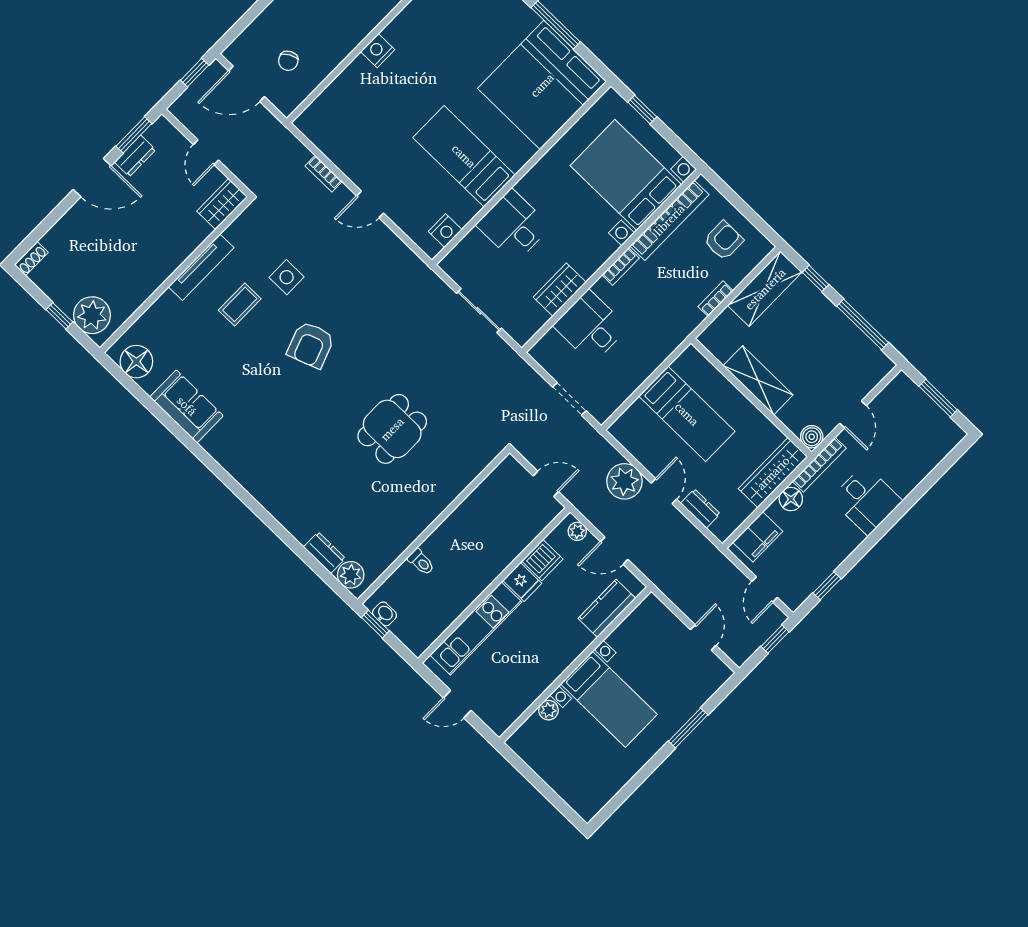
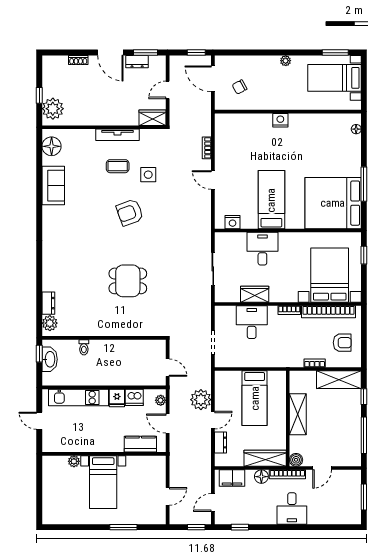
shoe rack: (31, 259) -> (78, 60), moved
washbasin: (385, 614) -> (50, 359), width x1.91, depth x1.45

